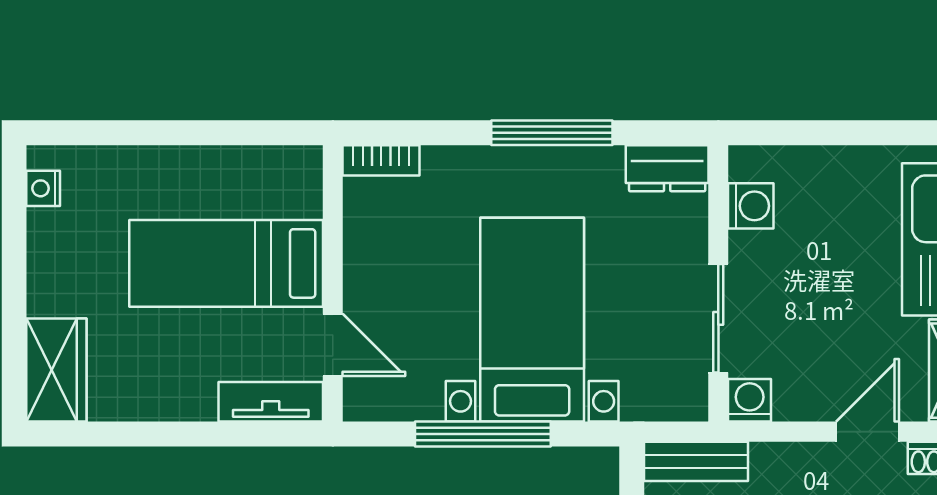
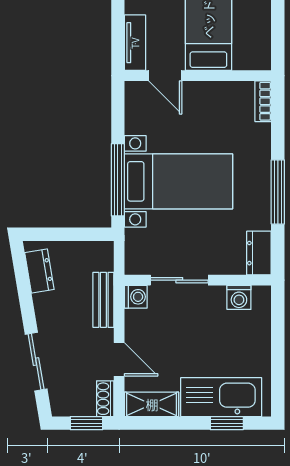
door: (333, 345) -> (165, 76), hinge flipped
window: (483, 434) -> (118, 180), moved
bench: (696, 461) -> (103, 300), moved

